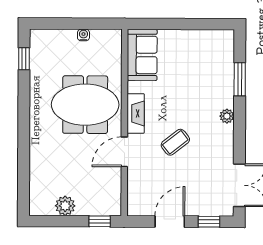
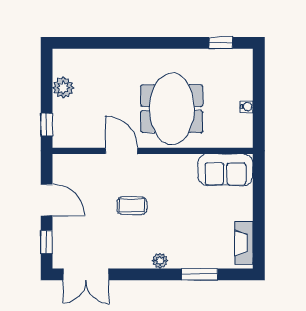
fireplace: (136, 113) -> (244, 243), moved, turned 90
coffee table: (175, 142) -> (132, 206), turned -52

